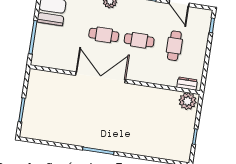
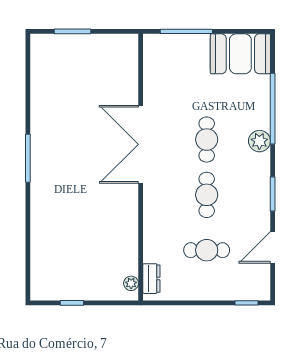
double door: (100, 77) -> (141, 144), swing flipped
plant: (188, 101) -> (131, 283), width x0.53, depth x0.53

